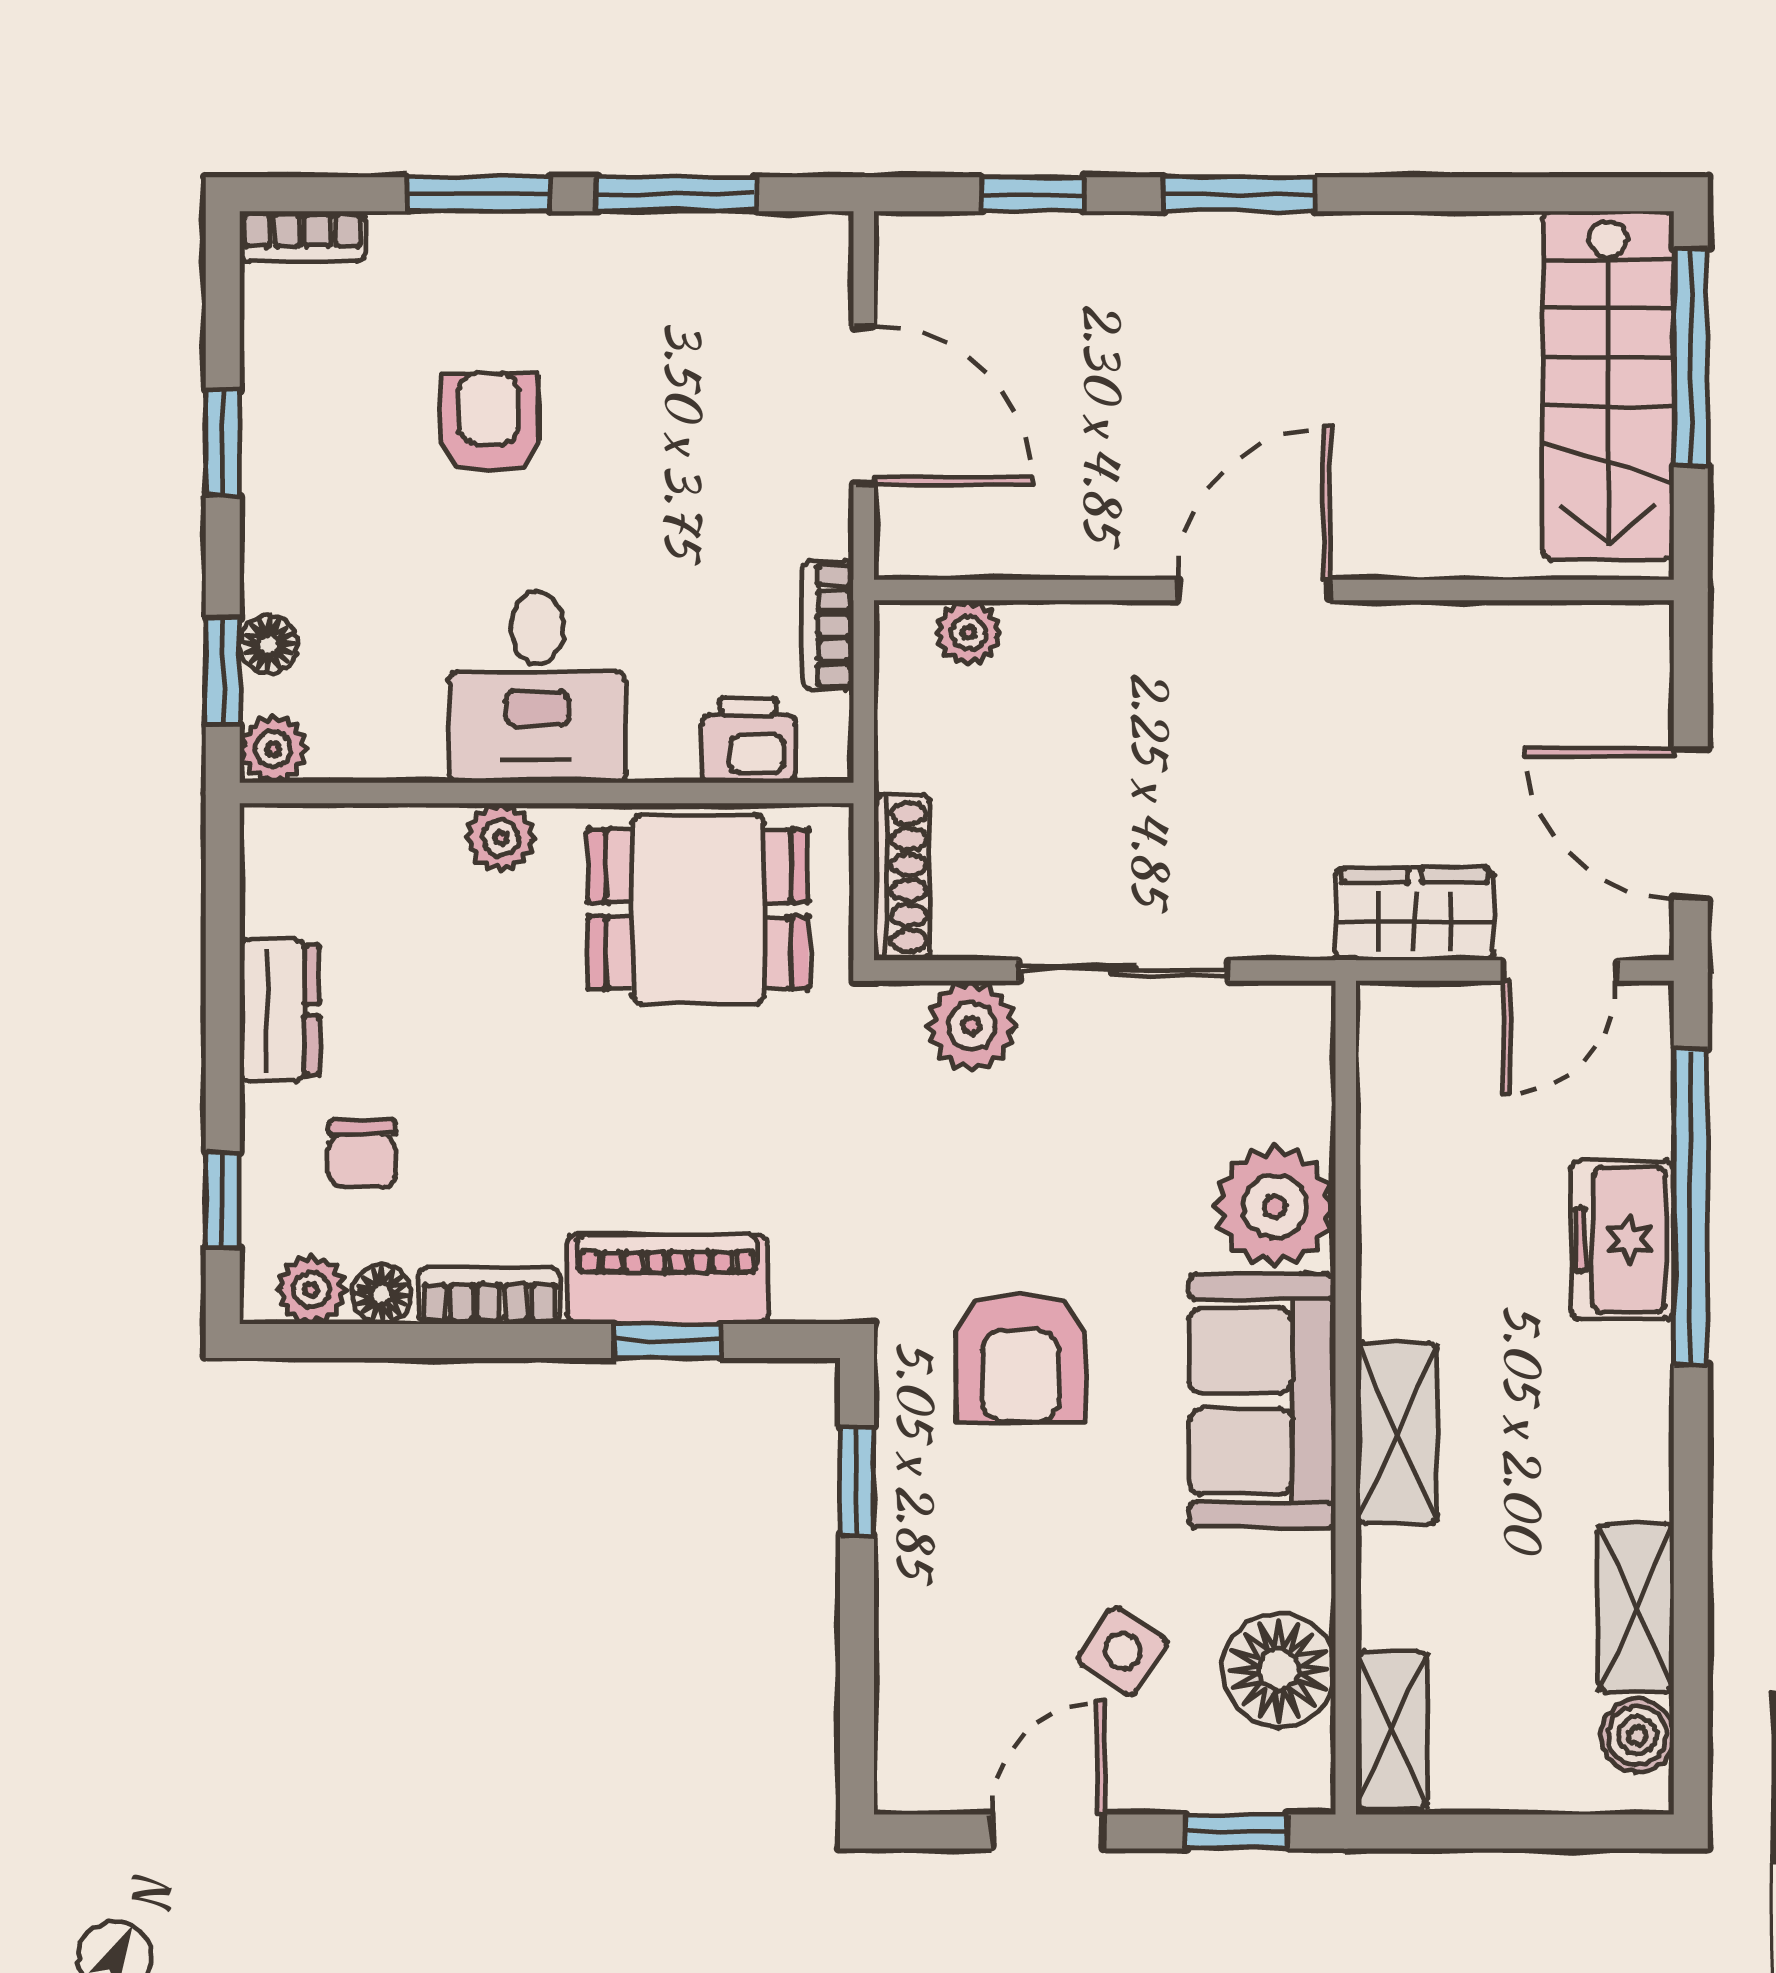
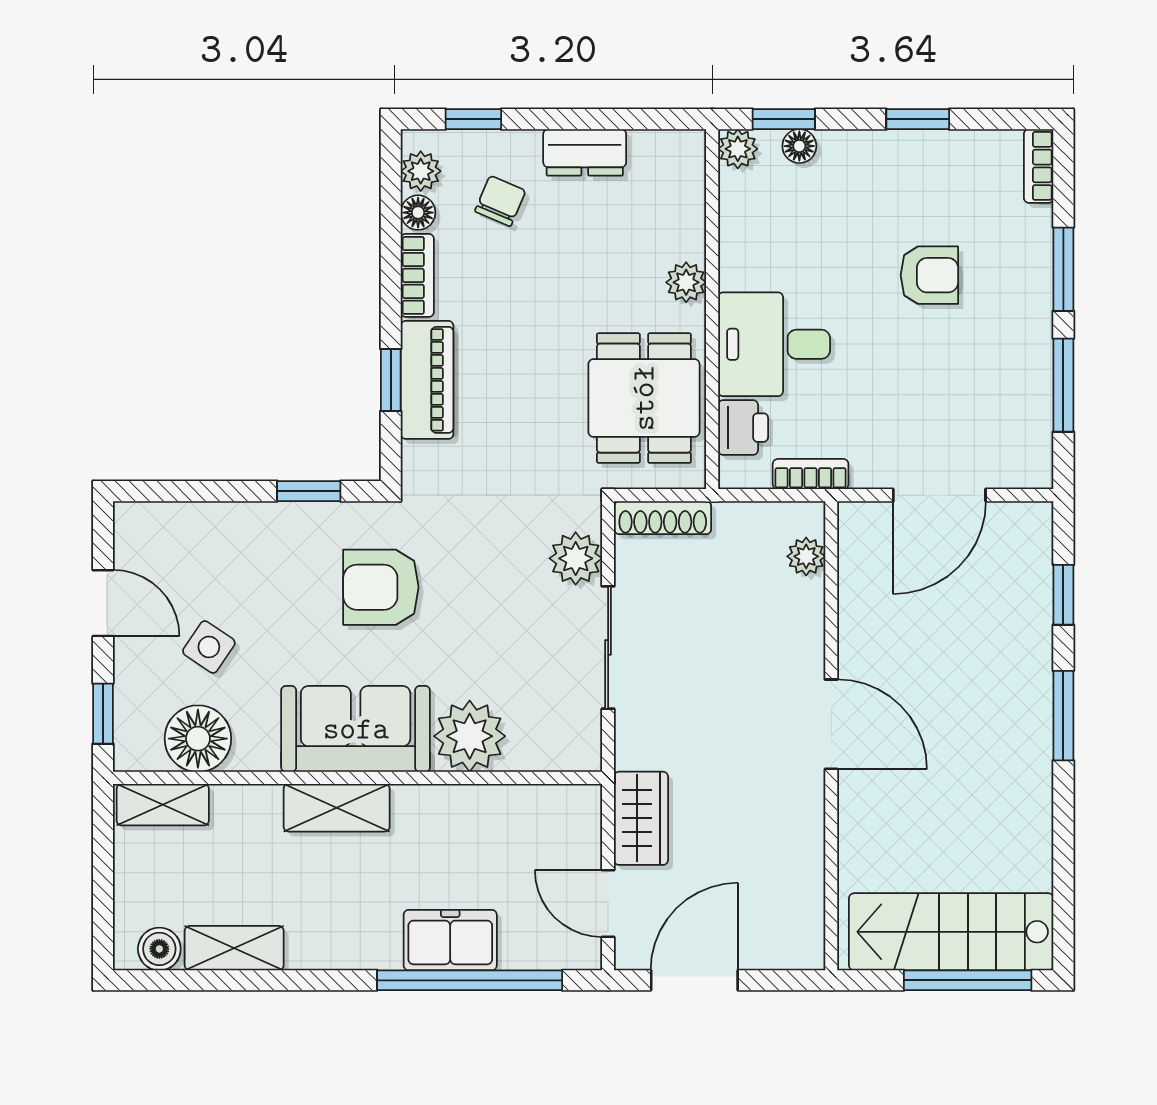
desk: (537, 687) -> (774, 344), moved
chair: (362, 1154) -> (500, 201), turned 113

